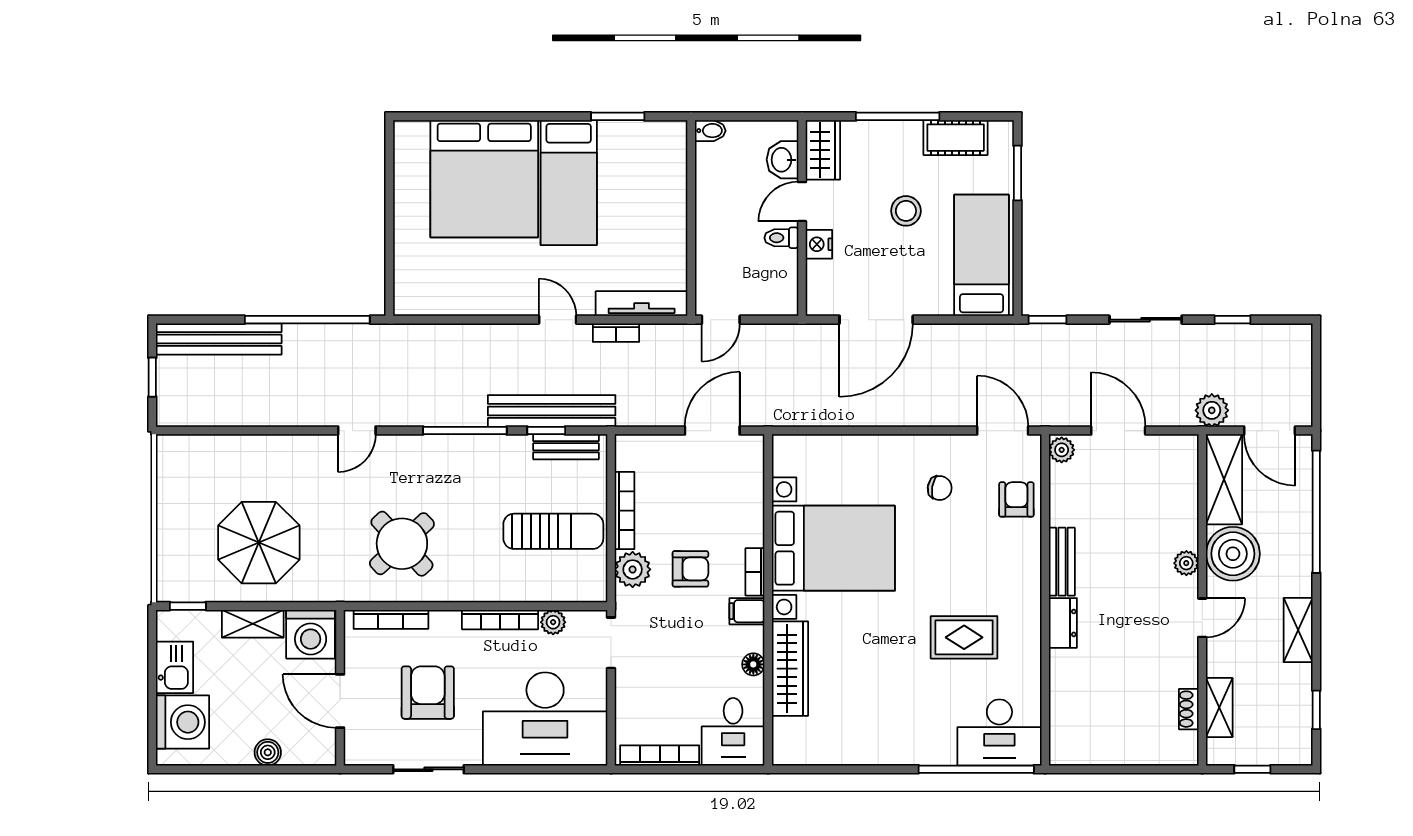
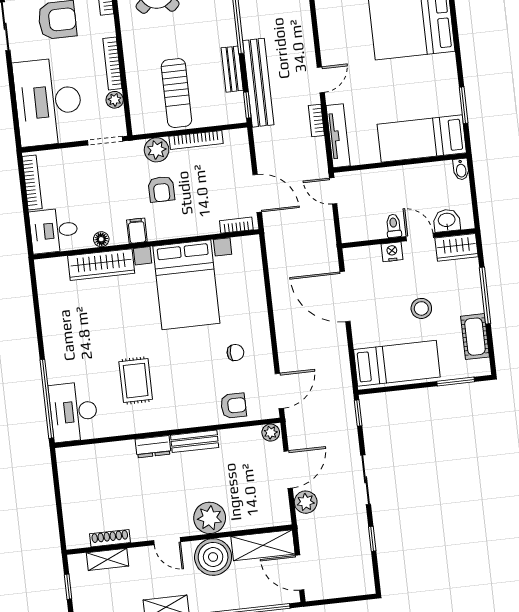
bed: (569, 183) -> (422, 139), moved
plant: (1212, 410) -> (306, 502), moved
window: (546, 431) -> (247, 105), moved
door: (1270, 431) -> (300, 573), hinge flipped
bench: (566, 447) -> (232, 69), moved
chair: (940, 488) -> (235, 353), turned -99
plant: (1186, 563) -> (210, 518), width x1.87, depth x1.87
bookcase: (755, 572) -> (236, 225), moved
shoe rack: (1189, 709) -> (110, 538), width x1.43

